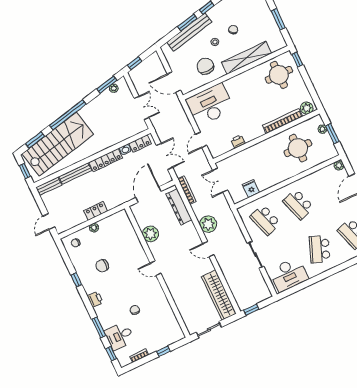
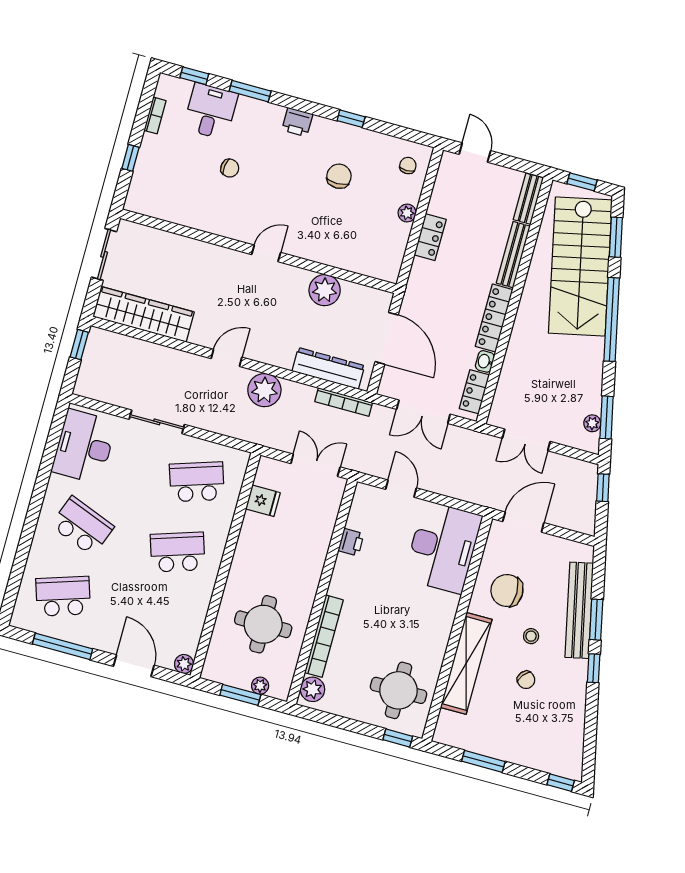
chair: (205, 66) -> (507, 590), turned 180

